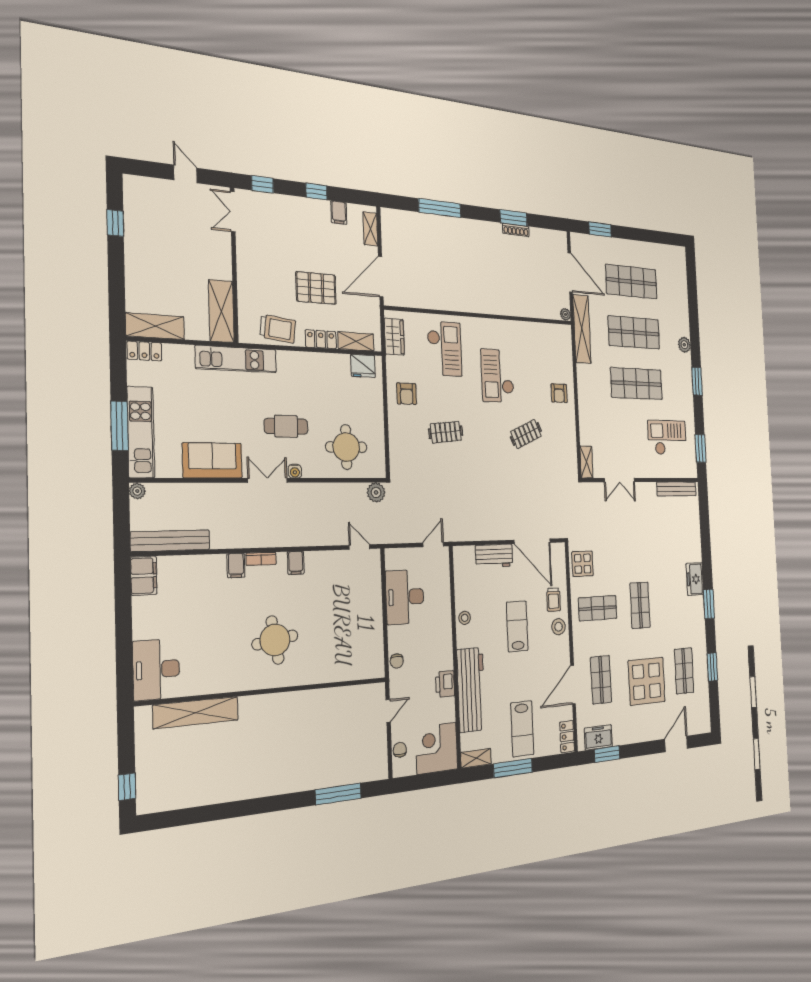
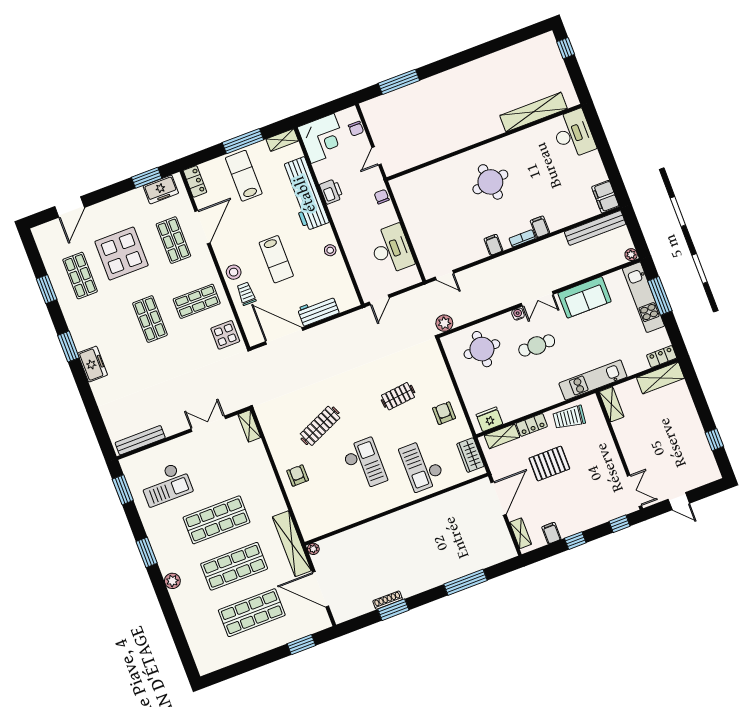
shelving: (221, 311) -> (611, 404), width x0.67, depth x0.75
clothes rail: (526, 434) -> (320, 426), width x1.36

